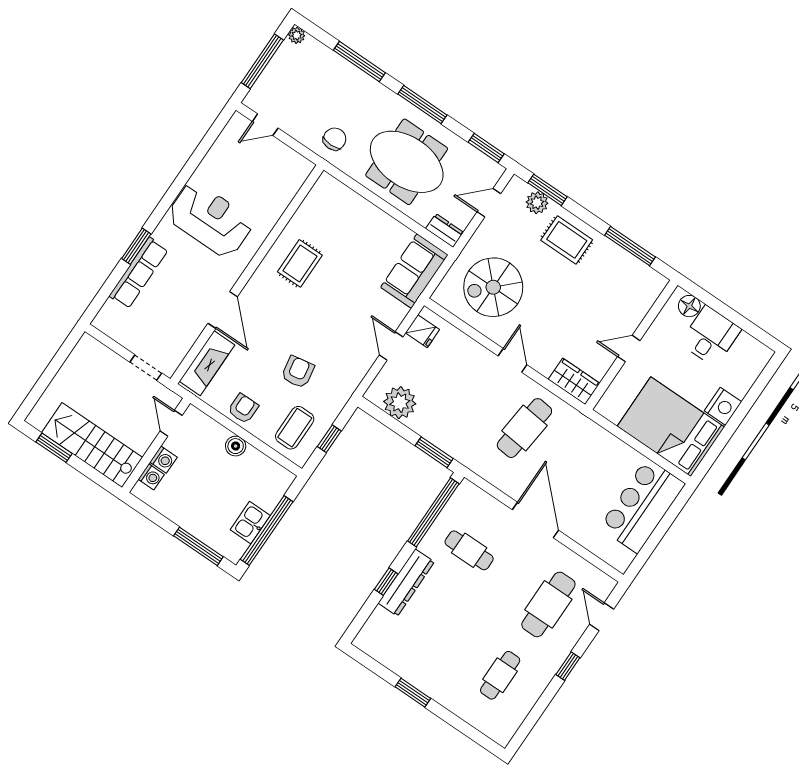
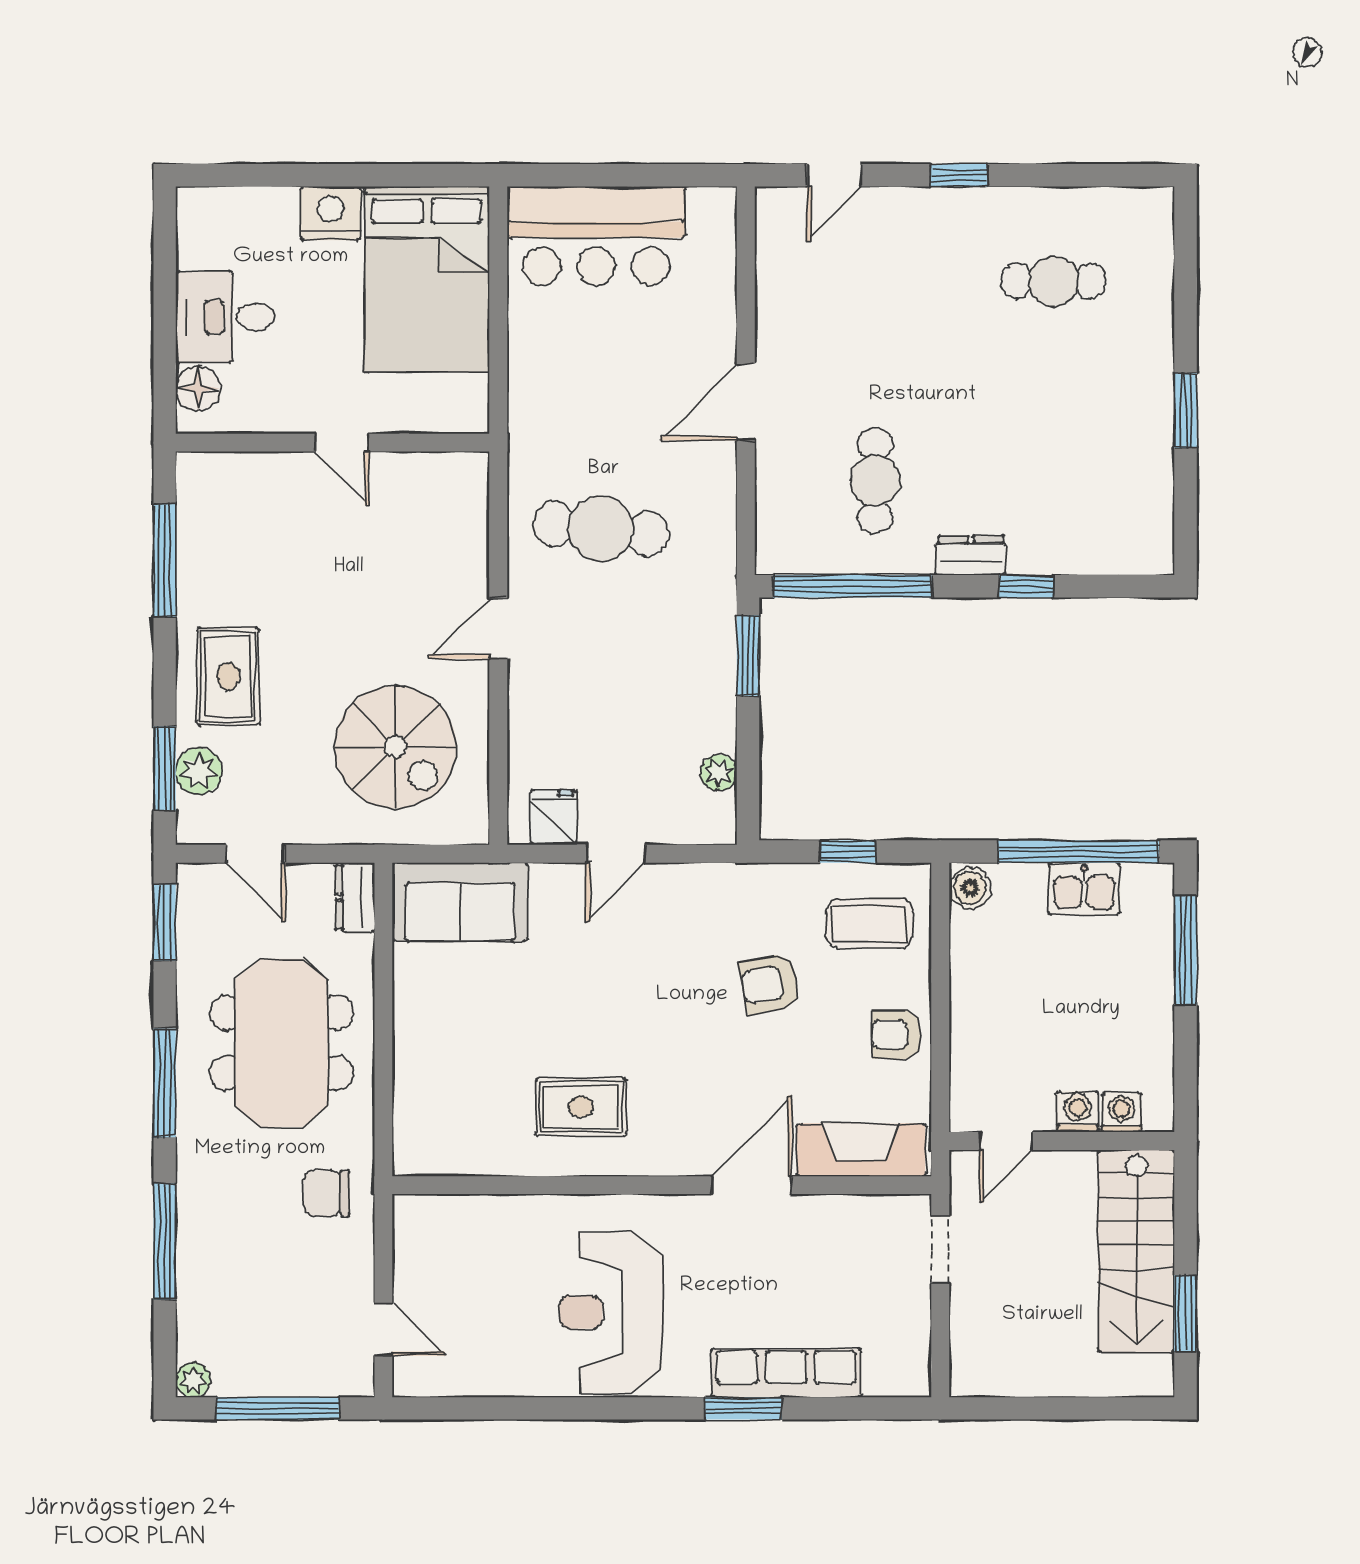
wardrobe: (574, 381) -> (462, 498), removed
plant: (400, 403) -> (719, 773), width x0.53, depth x0.53
boiler: (236, 446) -> (970, 888), moved
door: (535, 520) -> (746, 402), width x0.73
dresser: (406, 583) -> (971, 556), width x0.51, depth x0.80
cafe table: (548, 604) -> (875, 281), removed

